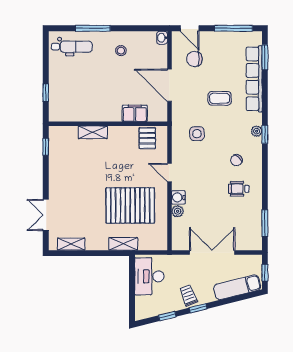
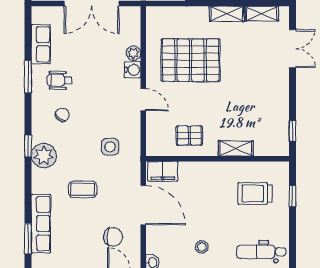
row of seats: (254, 79) -> (41, 224), width x0.73
trolley: (77, 95) -> (255, 193), added
filing cabinet: (135, 113) -> (163, 171), moved
plant: (257, 131) -> (44, 156), width x1.88, depth x1.88
pallet: (147, 138) -> (189, 136), moved, turned 90
wheelchair: (239, 189) -> (60, 80), turned 180
row of seats: (254, 219) -> (41, 44), added
window: (265, 223) -> (28, 77), moved
shelving: (123, 244) -> (227, 14), moved

